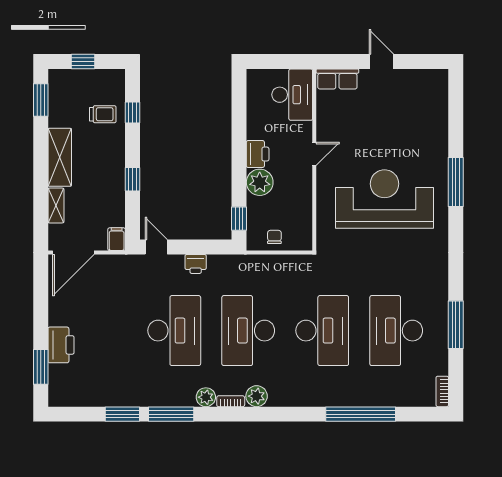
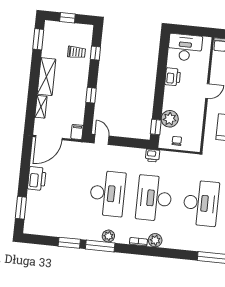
desk: (292, 95) -> (185, 47), moved, turned -90
printer: (258, 154) -> (173, 77), moved
plant: (260, 182) -> (170, 119), moved
printer: (196, 264) -> (153, 156), moved
printer: (61, 345) -> (37, 179), moved
plant: (206, 397) -> (108, 236), moved

